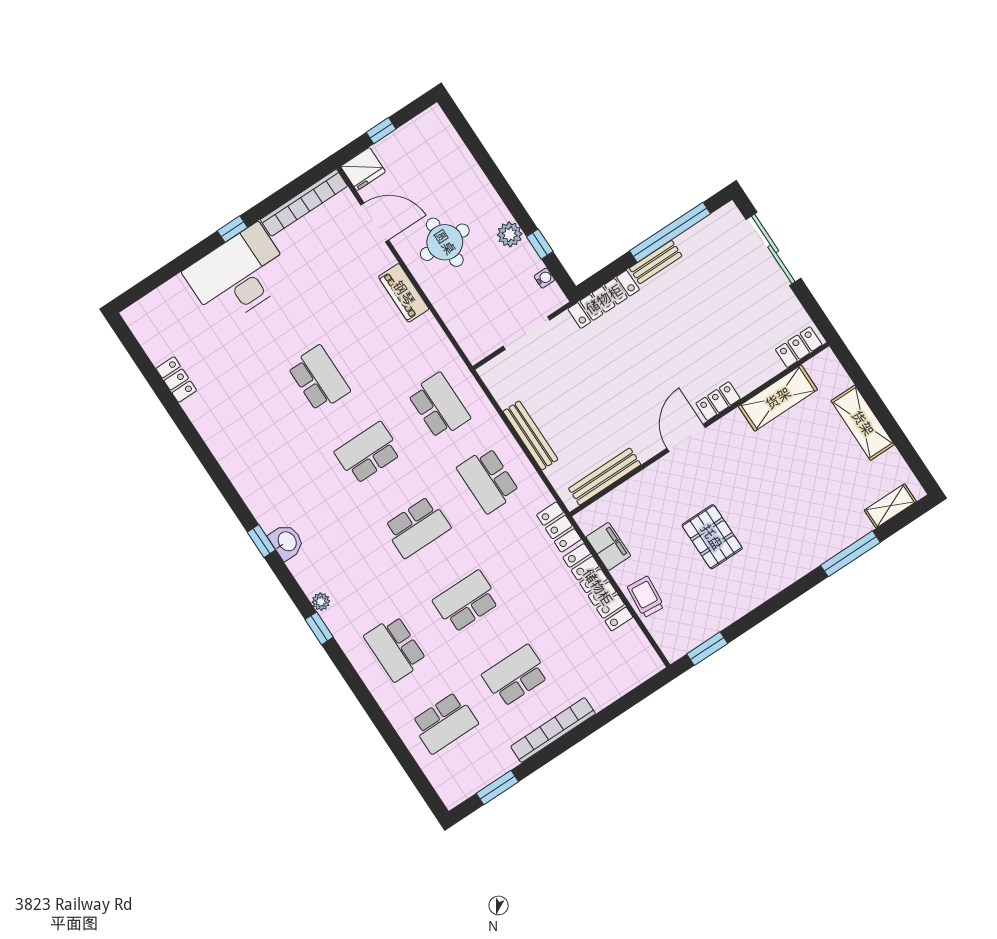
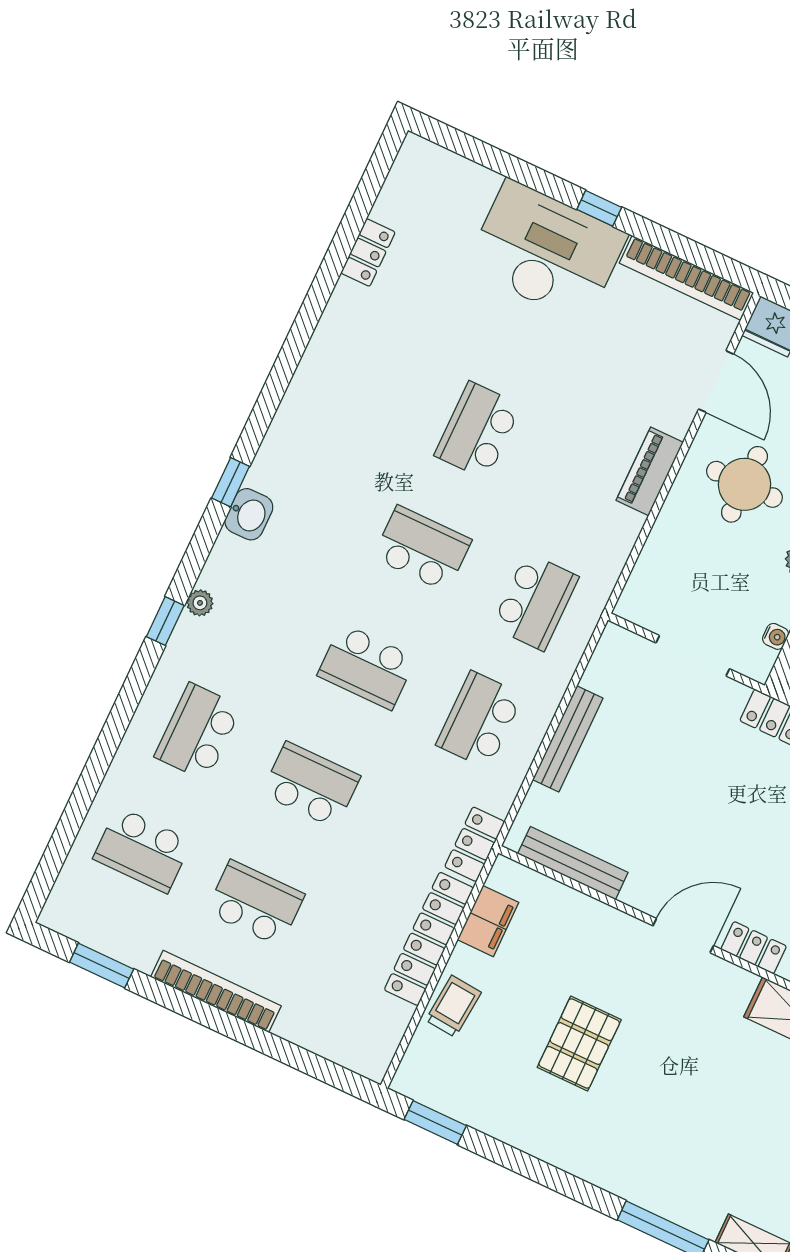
school desk: (319, 379) -> (478, 430), turned 180

